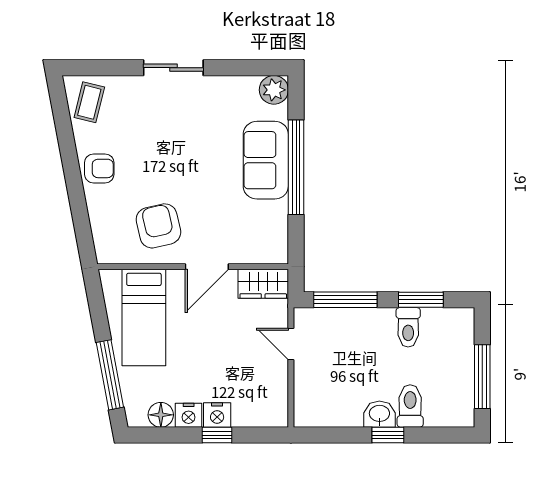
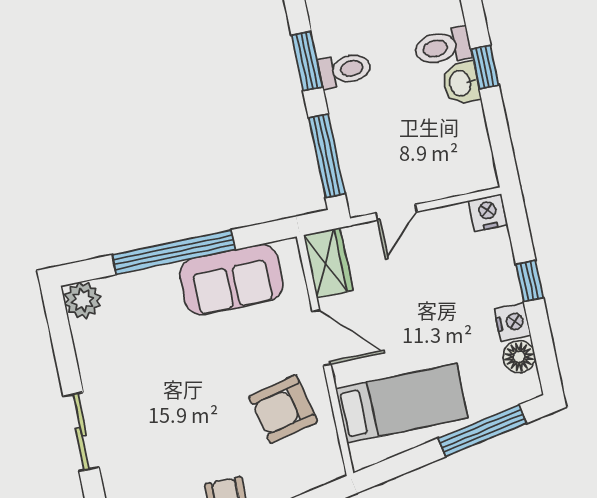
sofa: (266, 160) -> (231, 280), moved
nightstand: (217, 415) -> (488, 213), moved, turned -90

